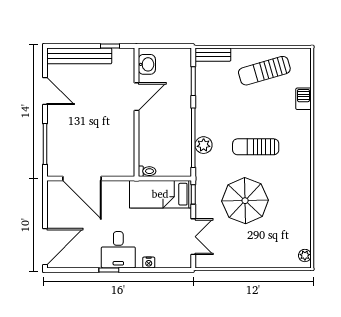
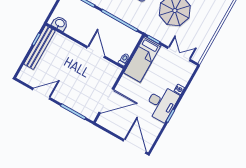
bench: (79, 56) -> (39, 47), moved
door: (136, 97) -> (96, 52), moved
plant: (204, 145) -> (127, 17), removed
desk: (118, 250) -> (161, 103), width x1.37

